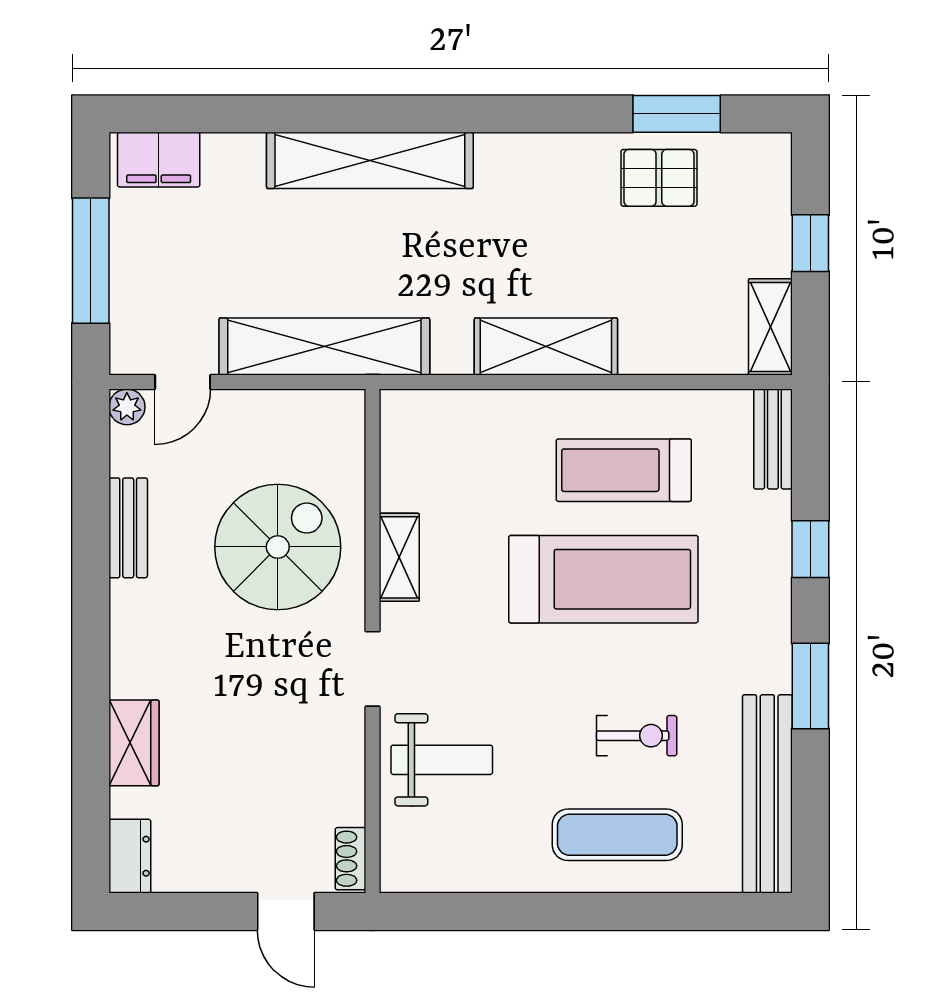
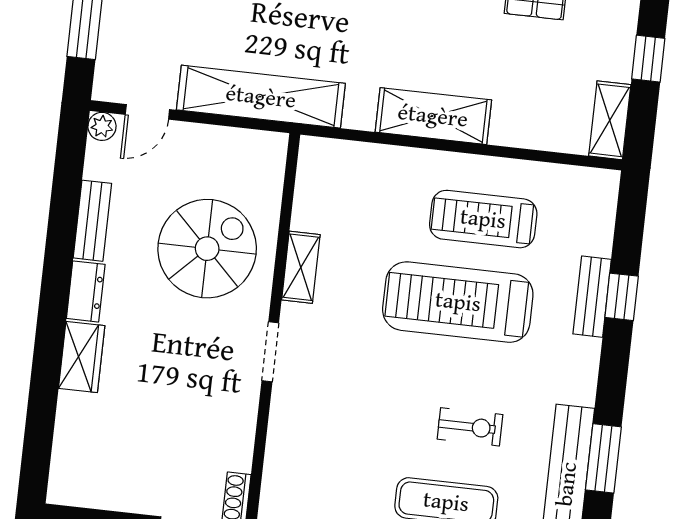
bench: (773, 439) -> (592, 297), moved
treadmill: (603, 579) -> (458, 302), turned 180
window: (810, 686) -> (603, 458), moved
wardrobe: (134, 743) -> (82, 357), moved
weight bench: (442, 760) -> (316, 429), removed
dresser: (130, 856) -> (86, 291), moved

